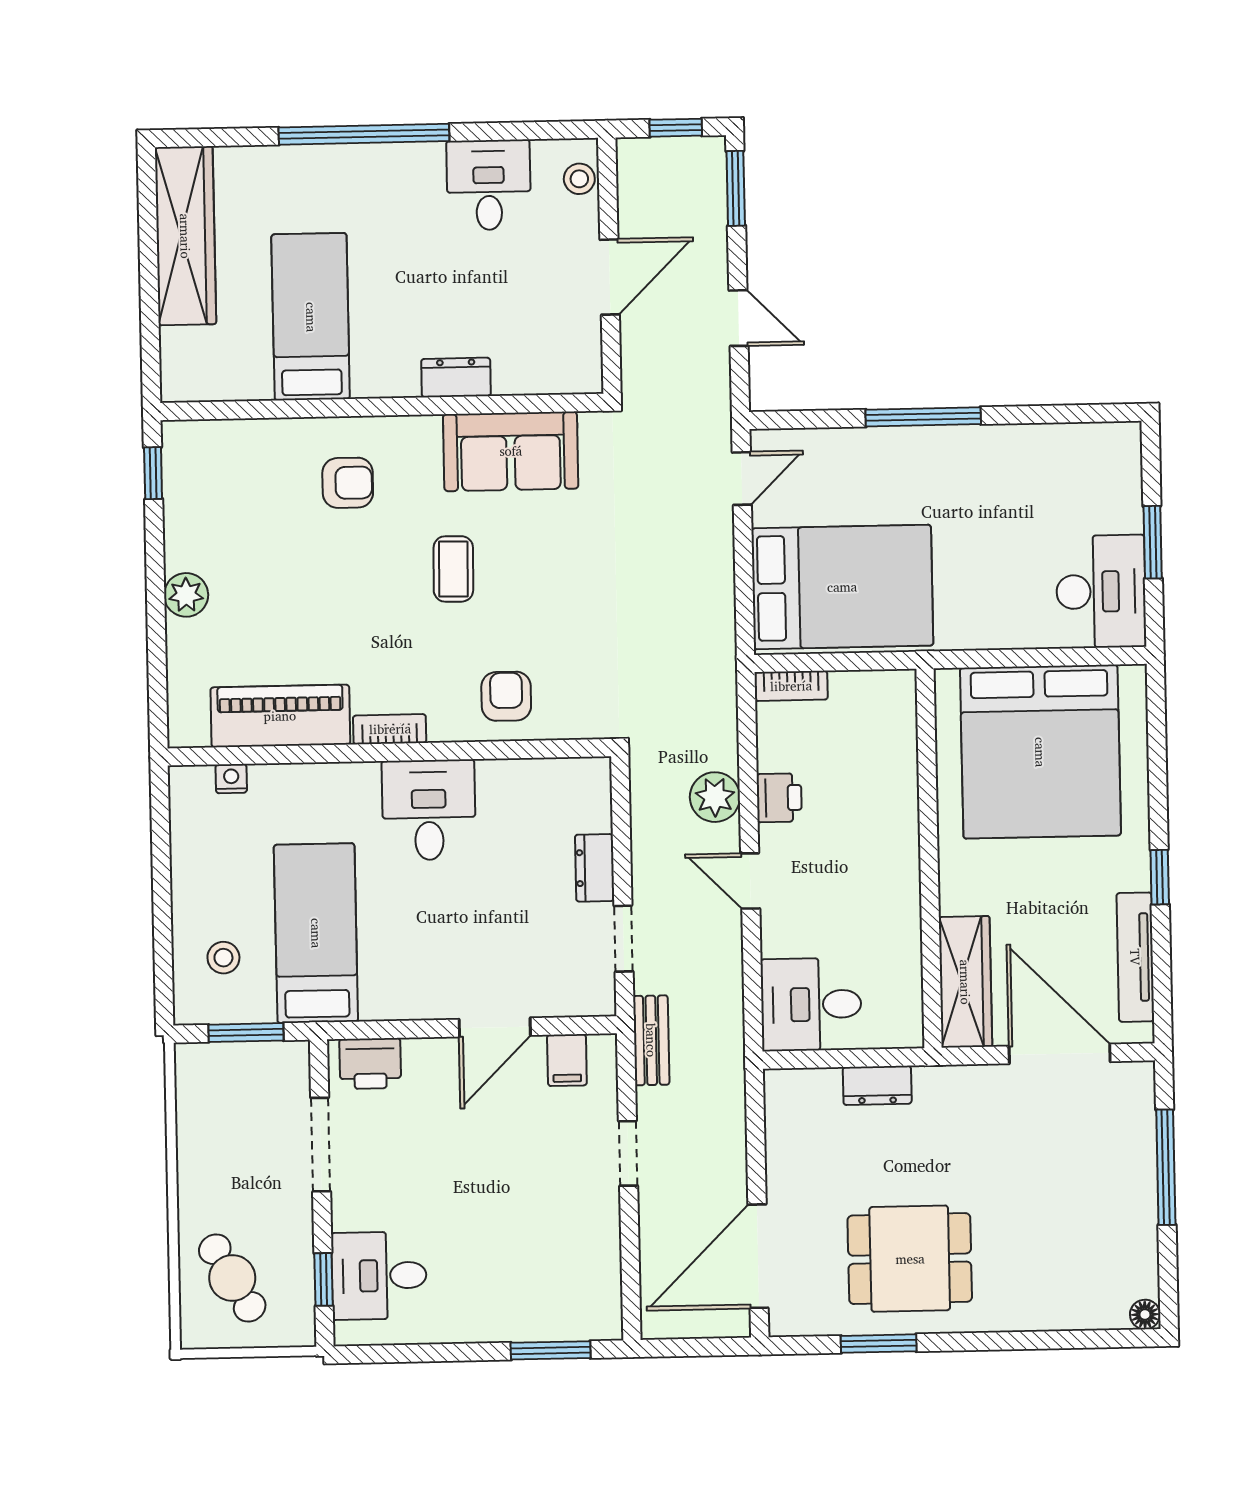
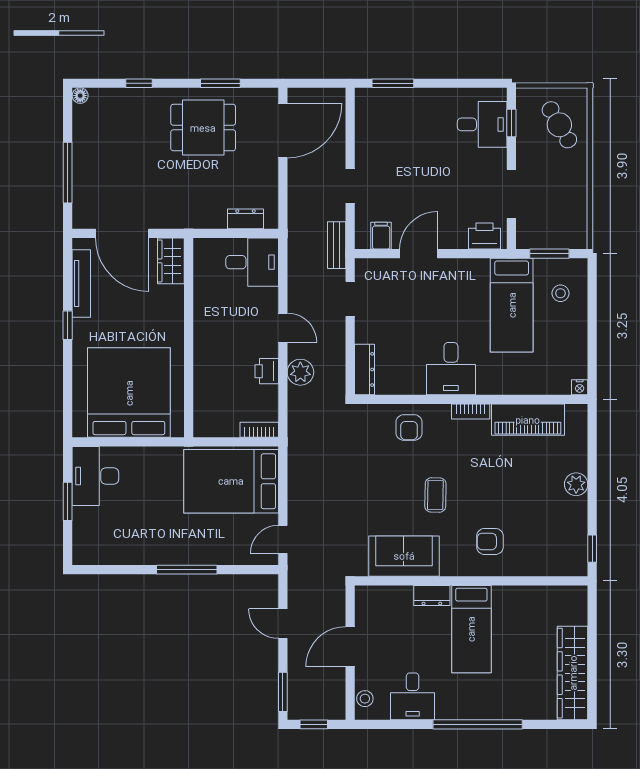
bed: (311, 317) -> (471, 629), moved
nightstand: (231, 779) -> (580, 387), moved
dresser: (595, 868) -> (364, 369), moved, width x1.44
wardrobe: (965, 982) -> (171, 261), width x0.67
dresser: (877, 1085) -> (246, 219), moved
window: (1034, 1340) -> (139, 83), added

